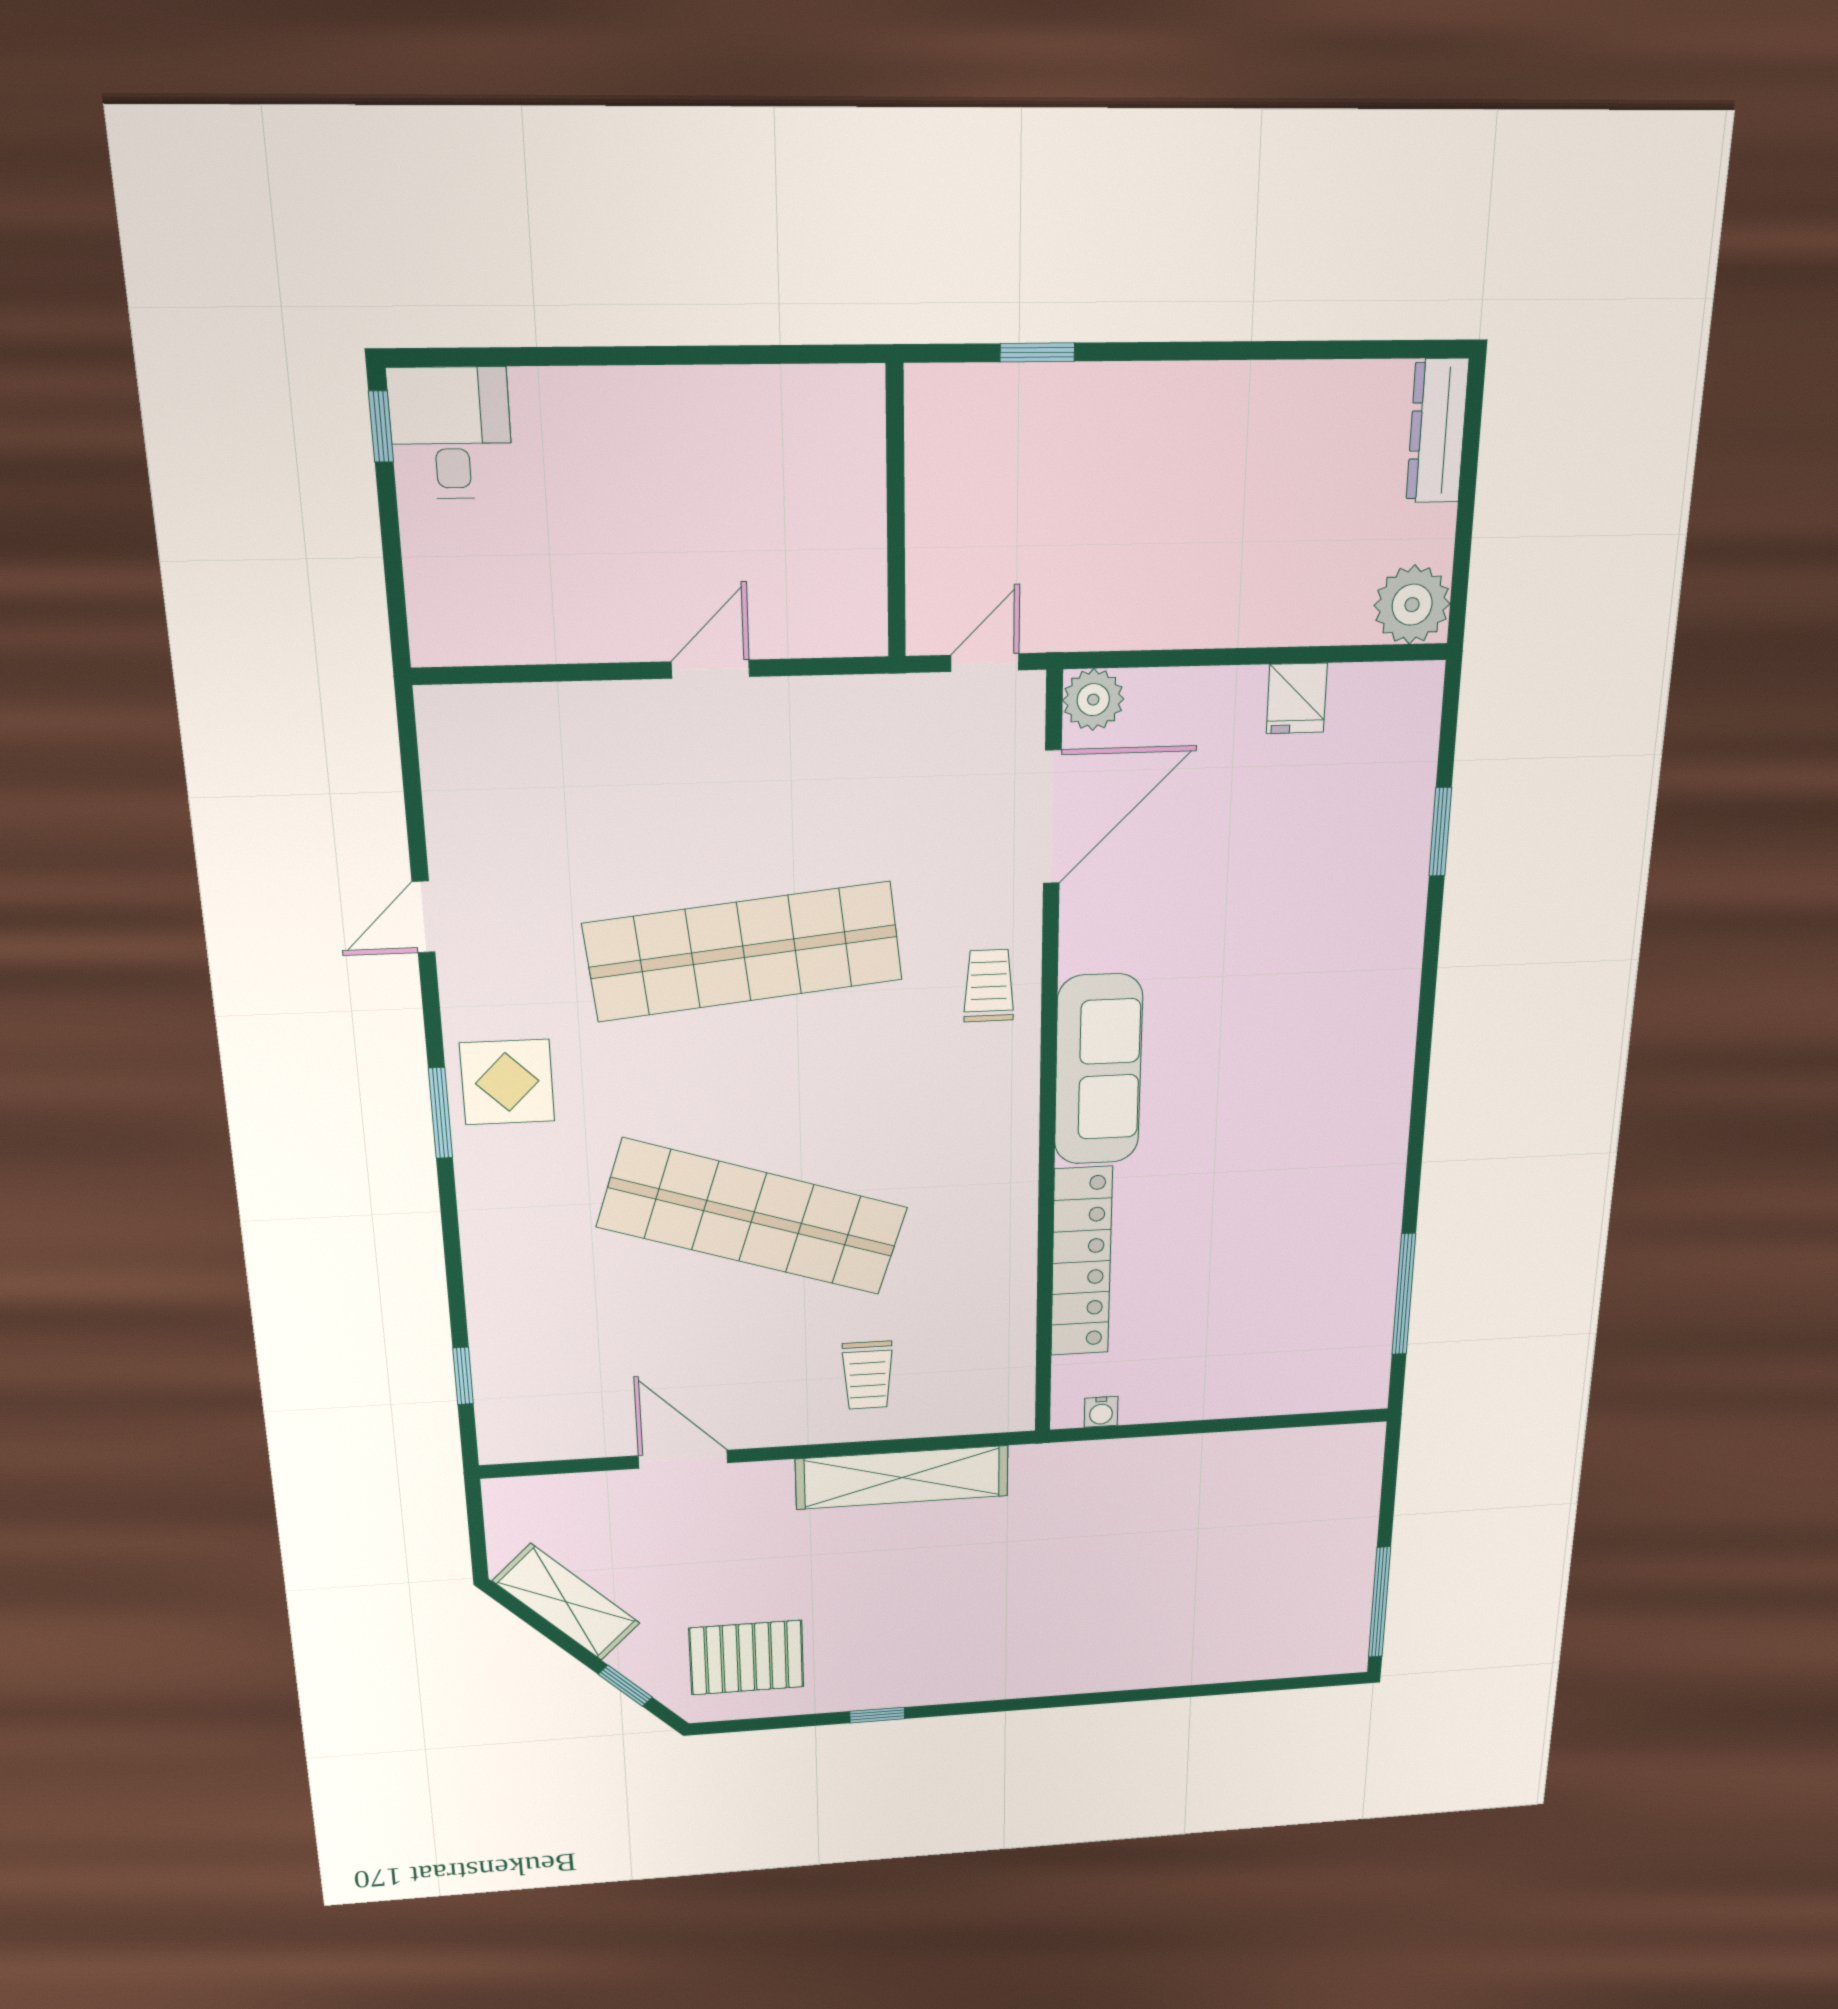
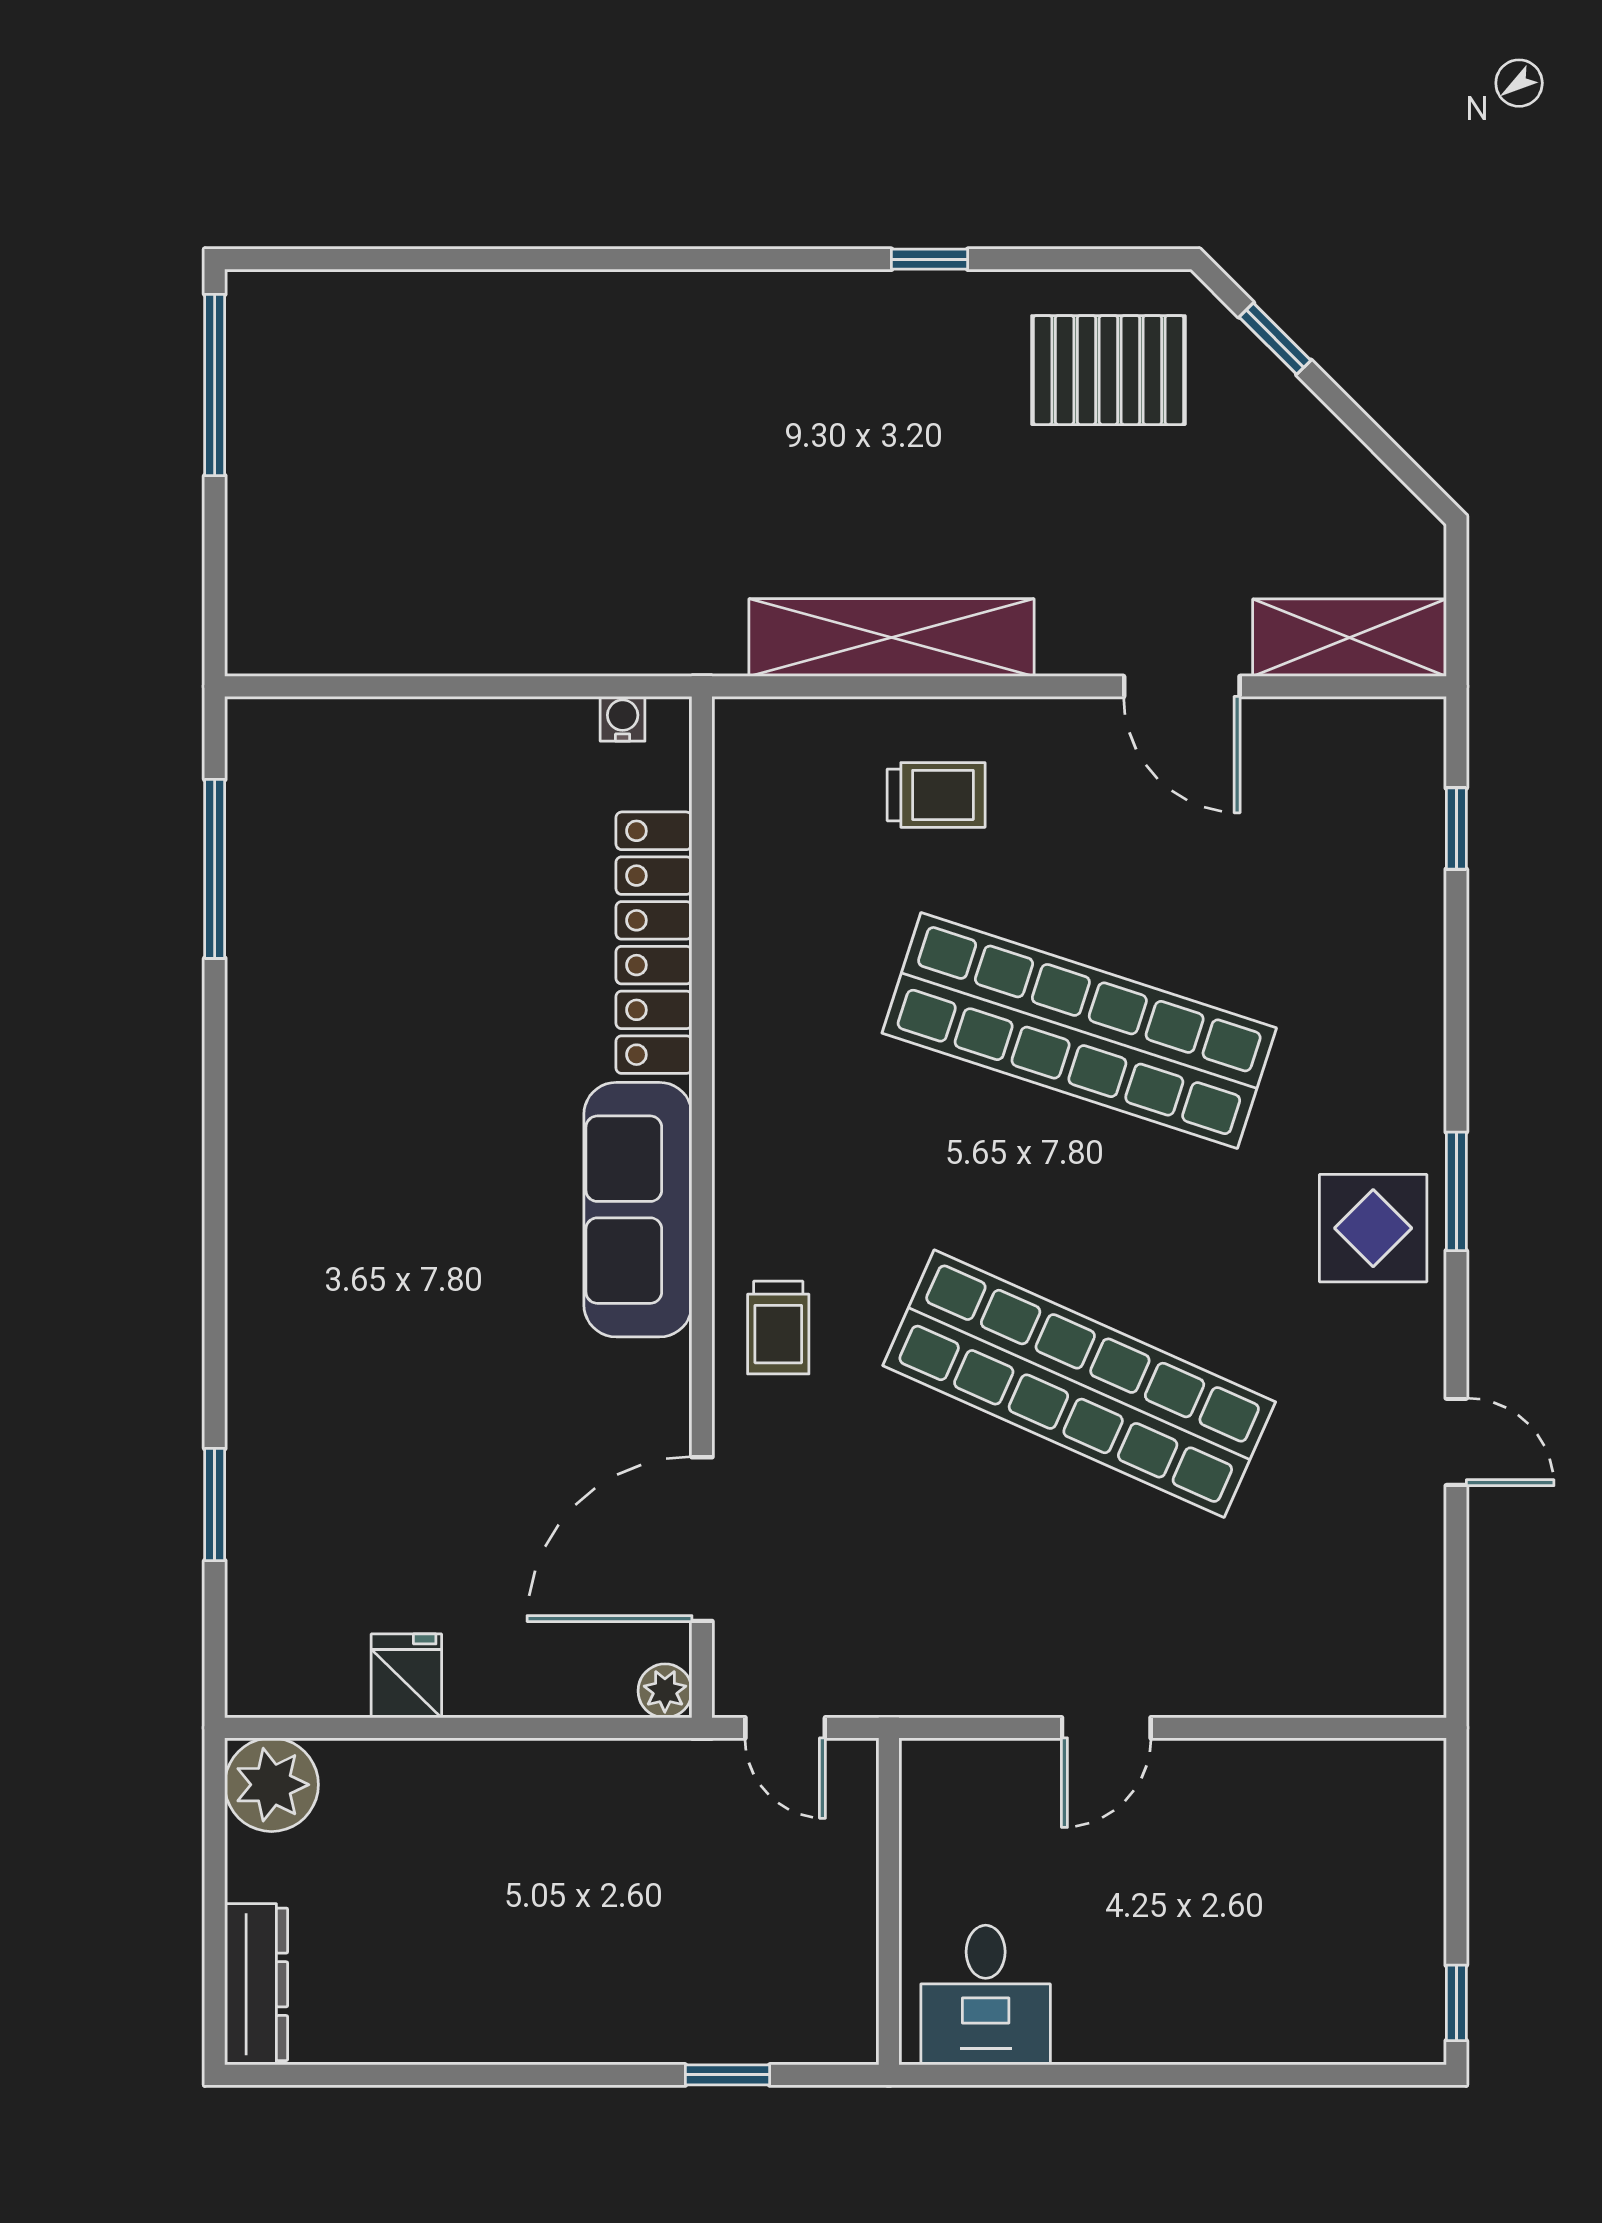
desk: (451, 433) -> (986, 1995), moved
door: (985, 663) -> (785, 1728), hinge flipped
plant: (1093, 700) -> (665, 1691), width x0.73, depth x0.73
door: (423, 917) -> (1456, 1442), hinge flipped
shop shelf: (744, 952) -> (1079, 1384), turned 30
trolley: (868, 1375) -> (936, 795), turned 90
shelving: (566, 1602) -> (1350, 638), moved, turned -45

